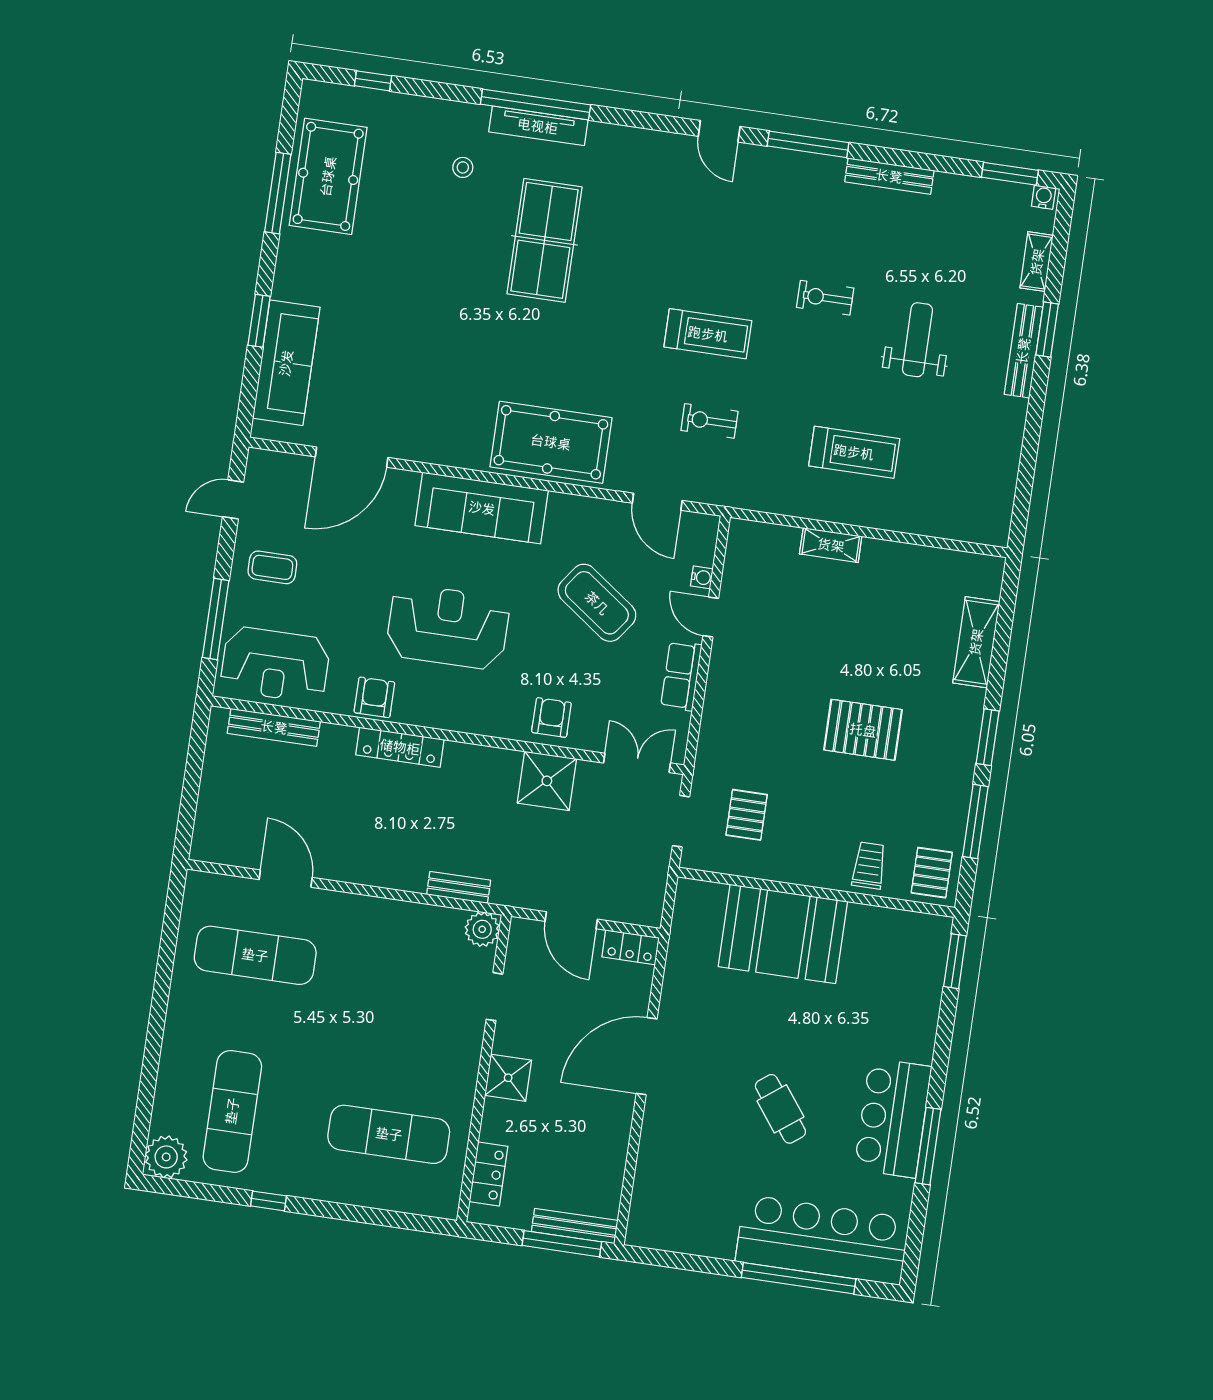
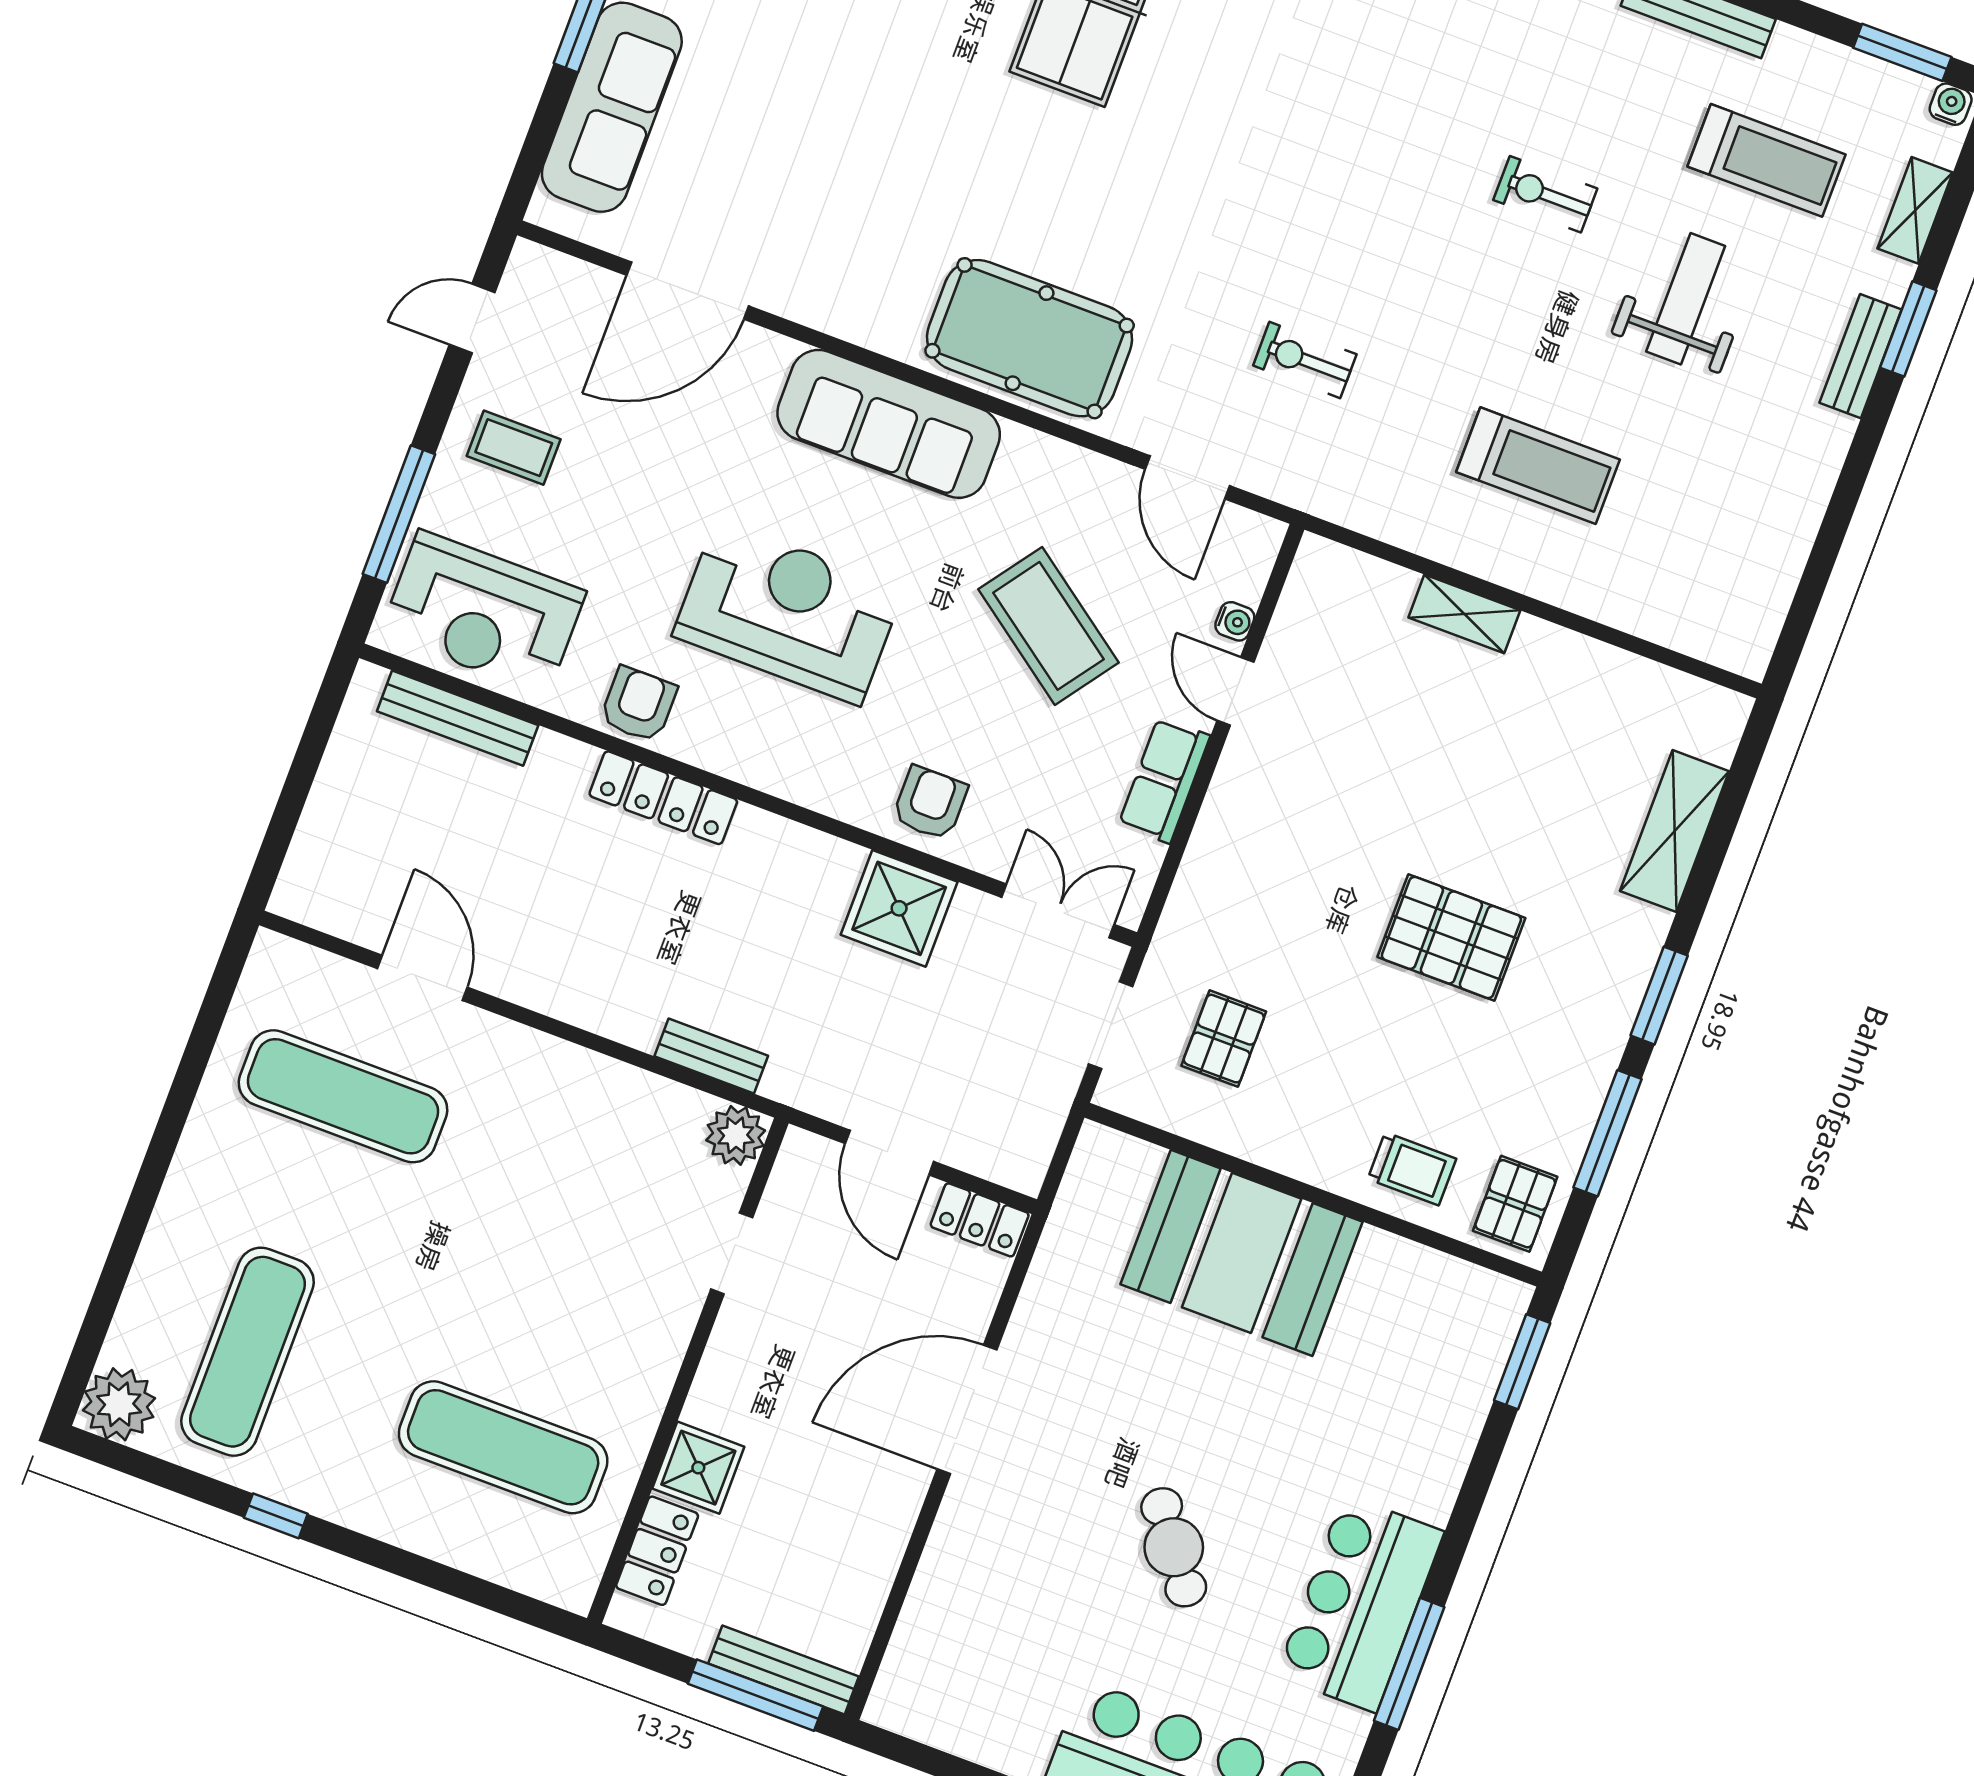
treadmill: (708, 334) -> (1767, 160), moved
bench: (1023, 351) -> (1861, 356), width x0.73
trolley: (869, 866) -> (1412, 1169), turned 90
shower: (508, 1078) -> (698, 1468), moved

